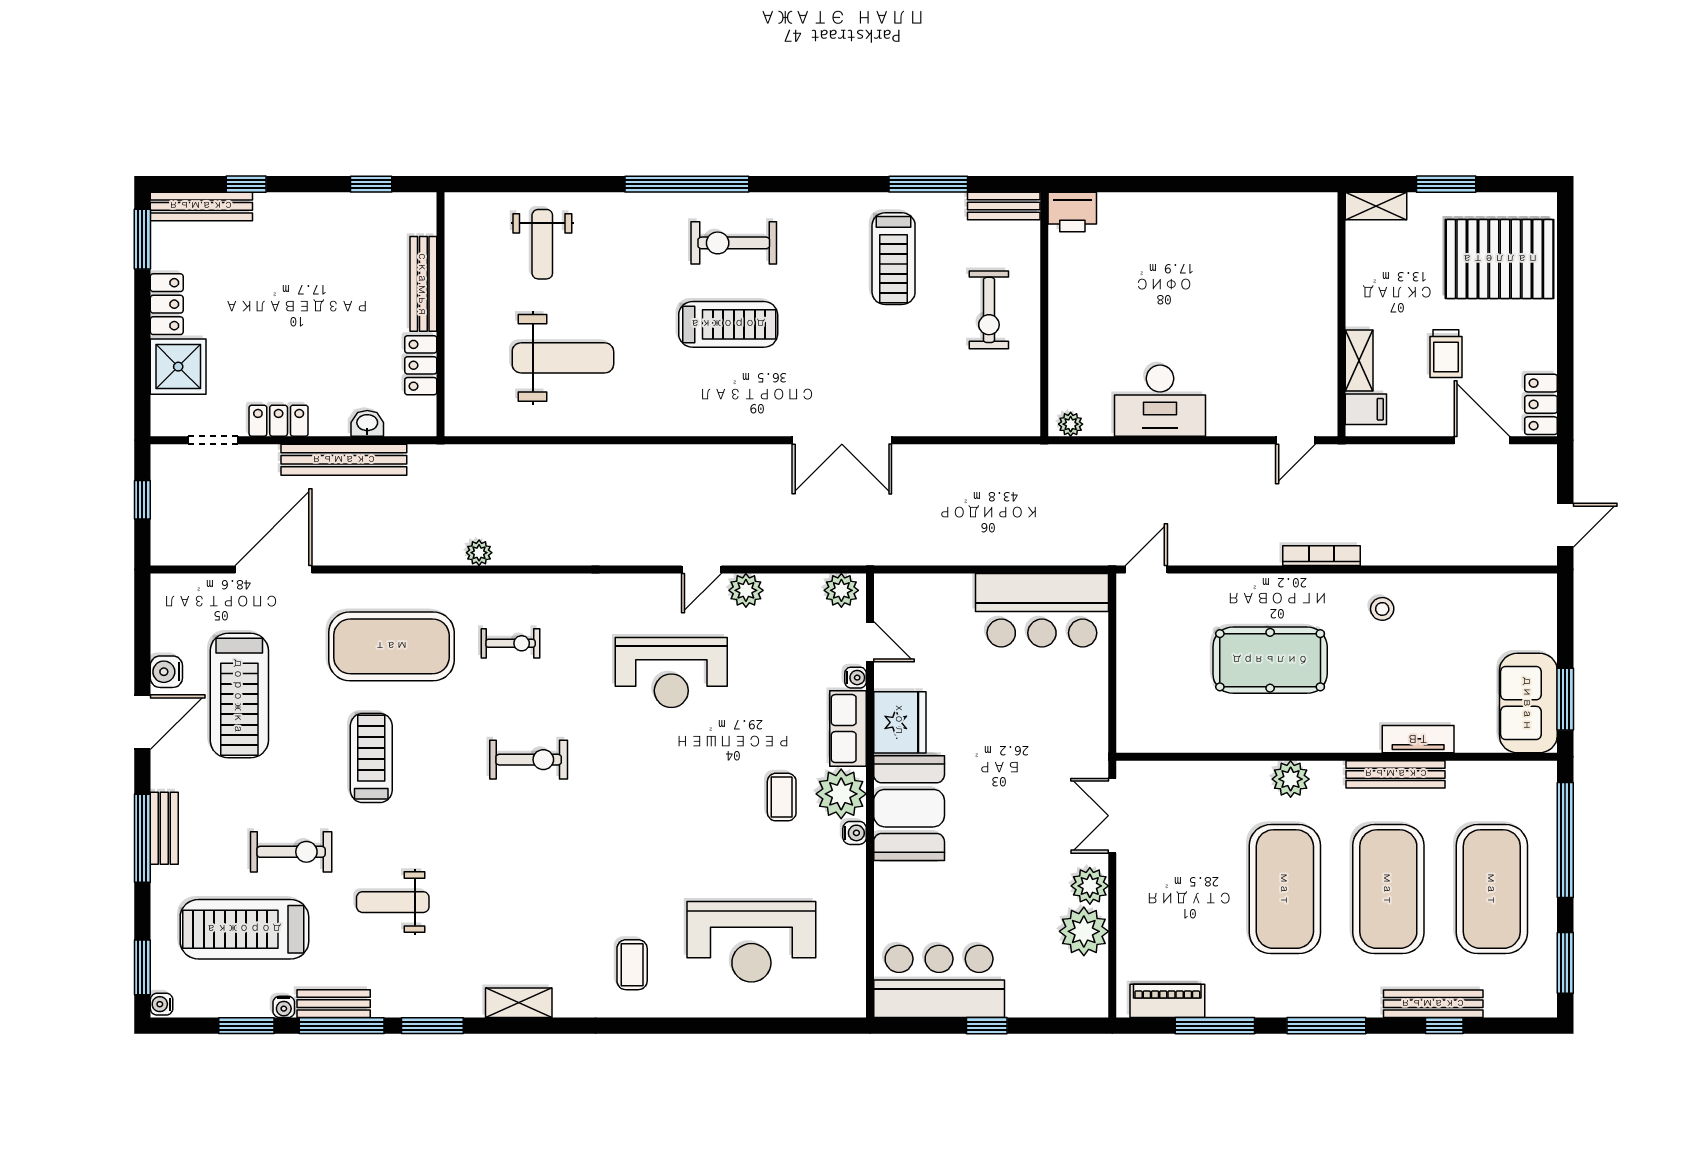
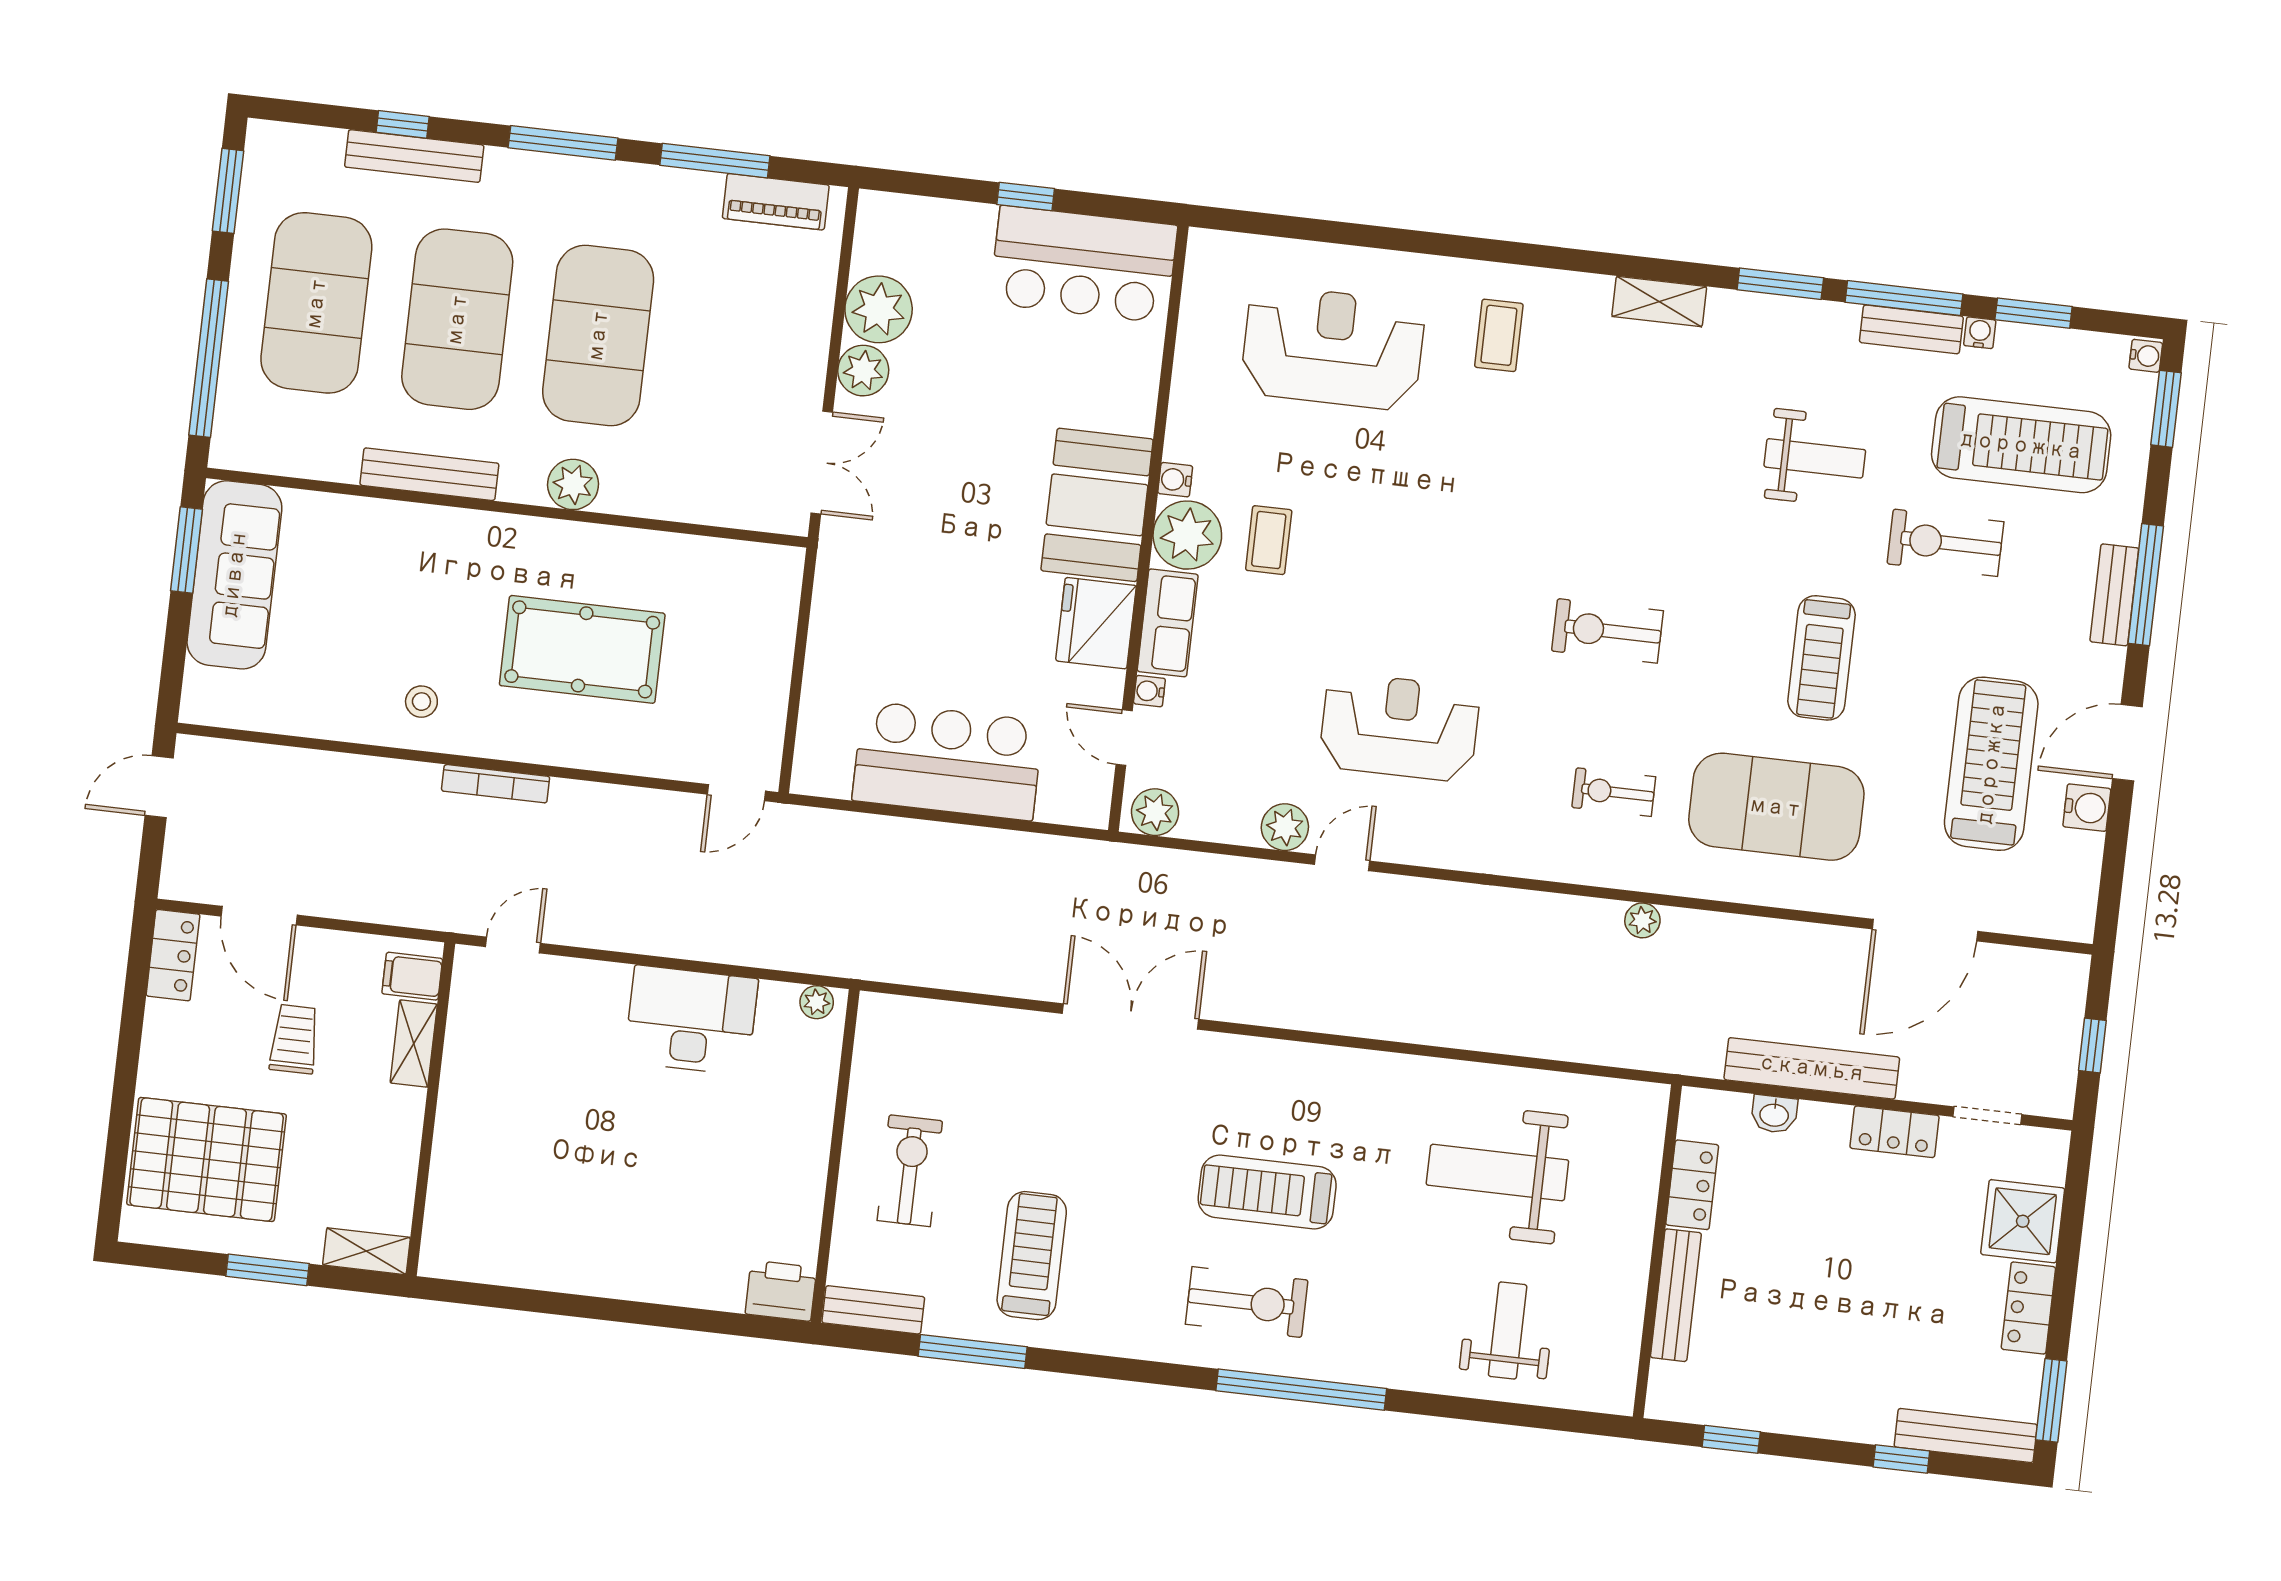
bar counter: (1042, 610) -> (948, 761), moved
sofa: (1528, 703) -> (234, 575), width x1.36
tv unit: (1418, 739) -> (393, 519), removed

